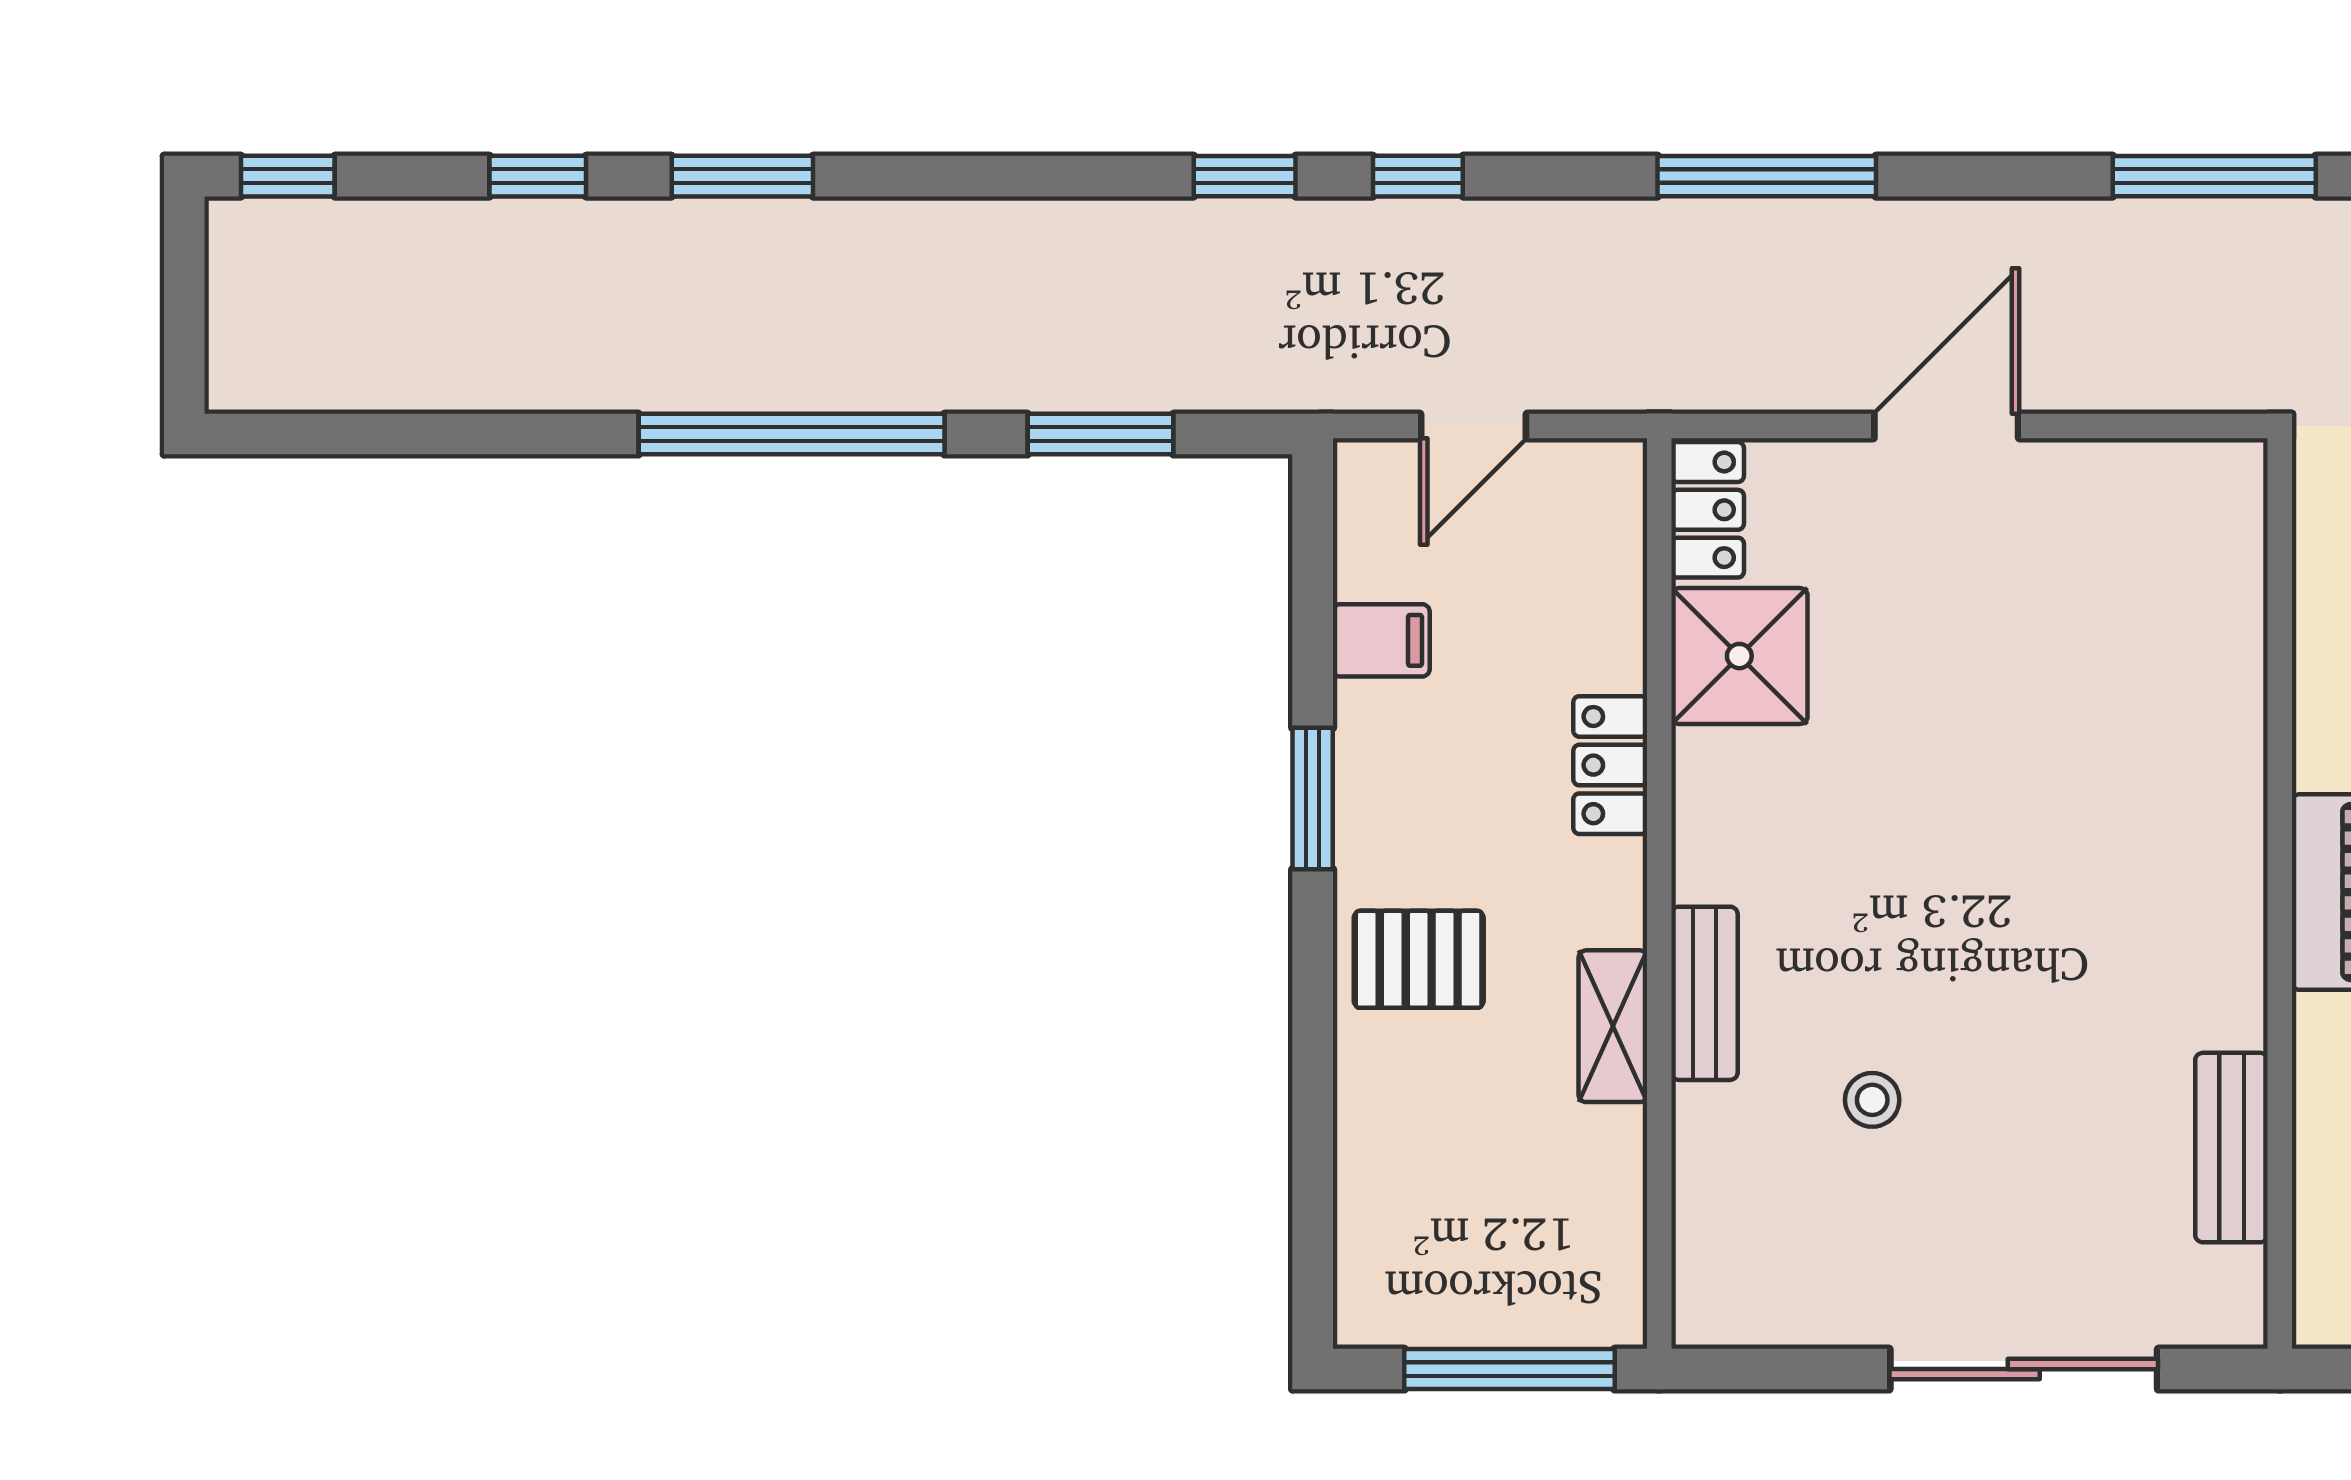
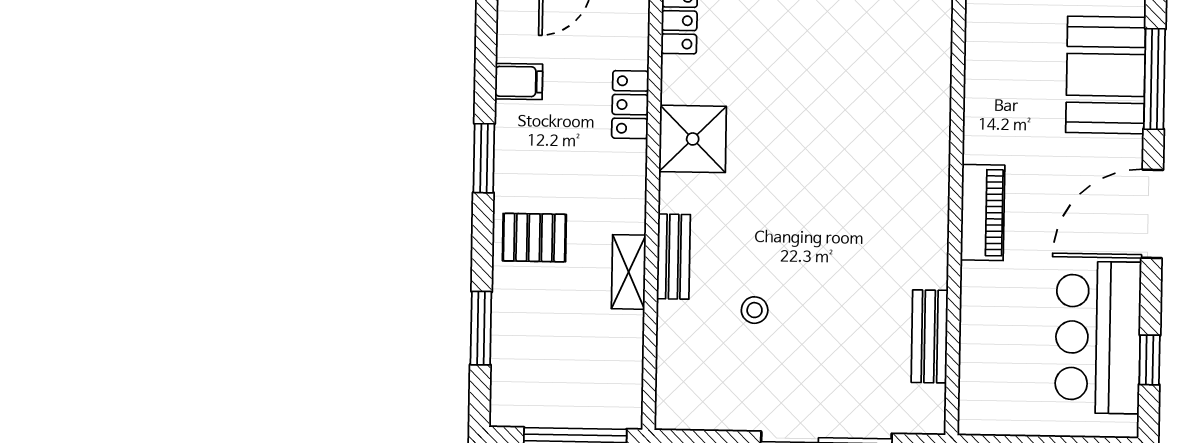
shower: (1739, 656) -> (693, 139), moved
locker: (1610, 765) -> (630, 105), moved
window: (1313, 1147) -> (481, 328), added

